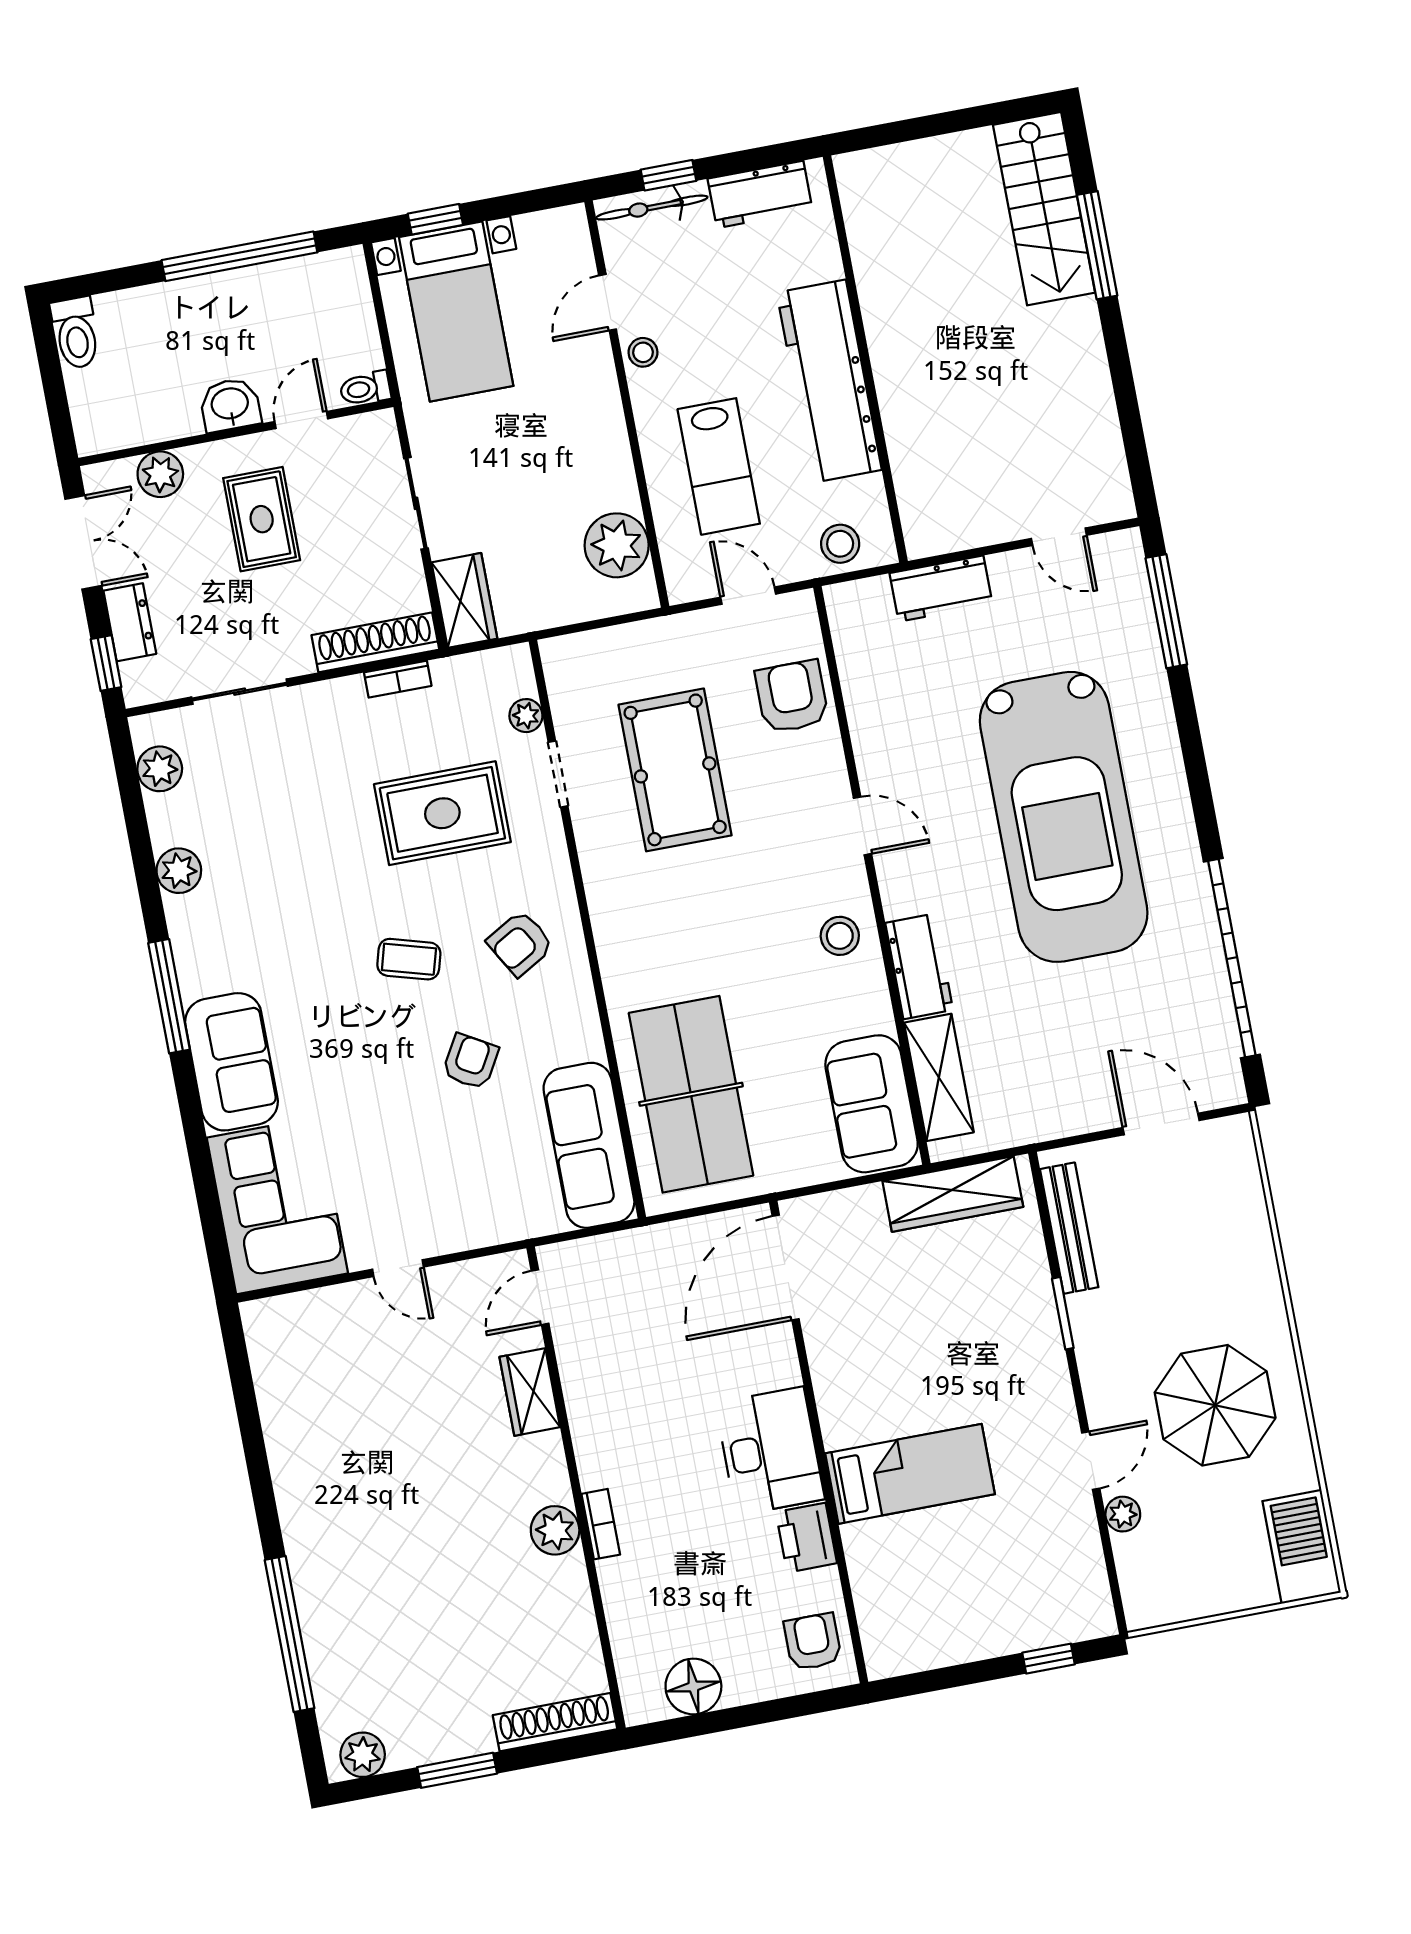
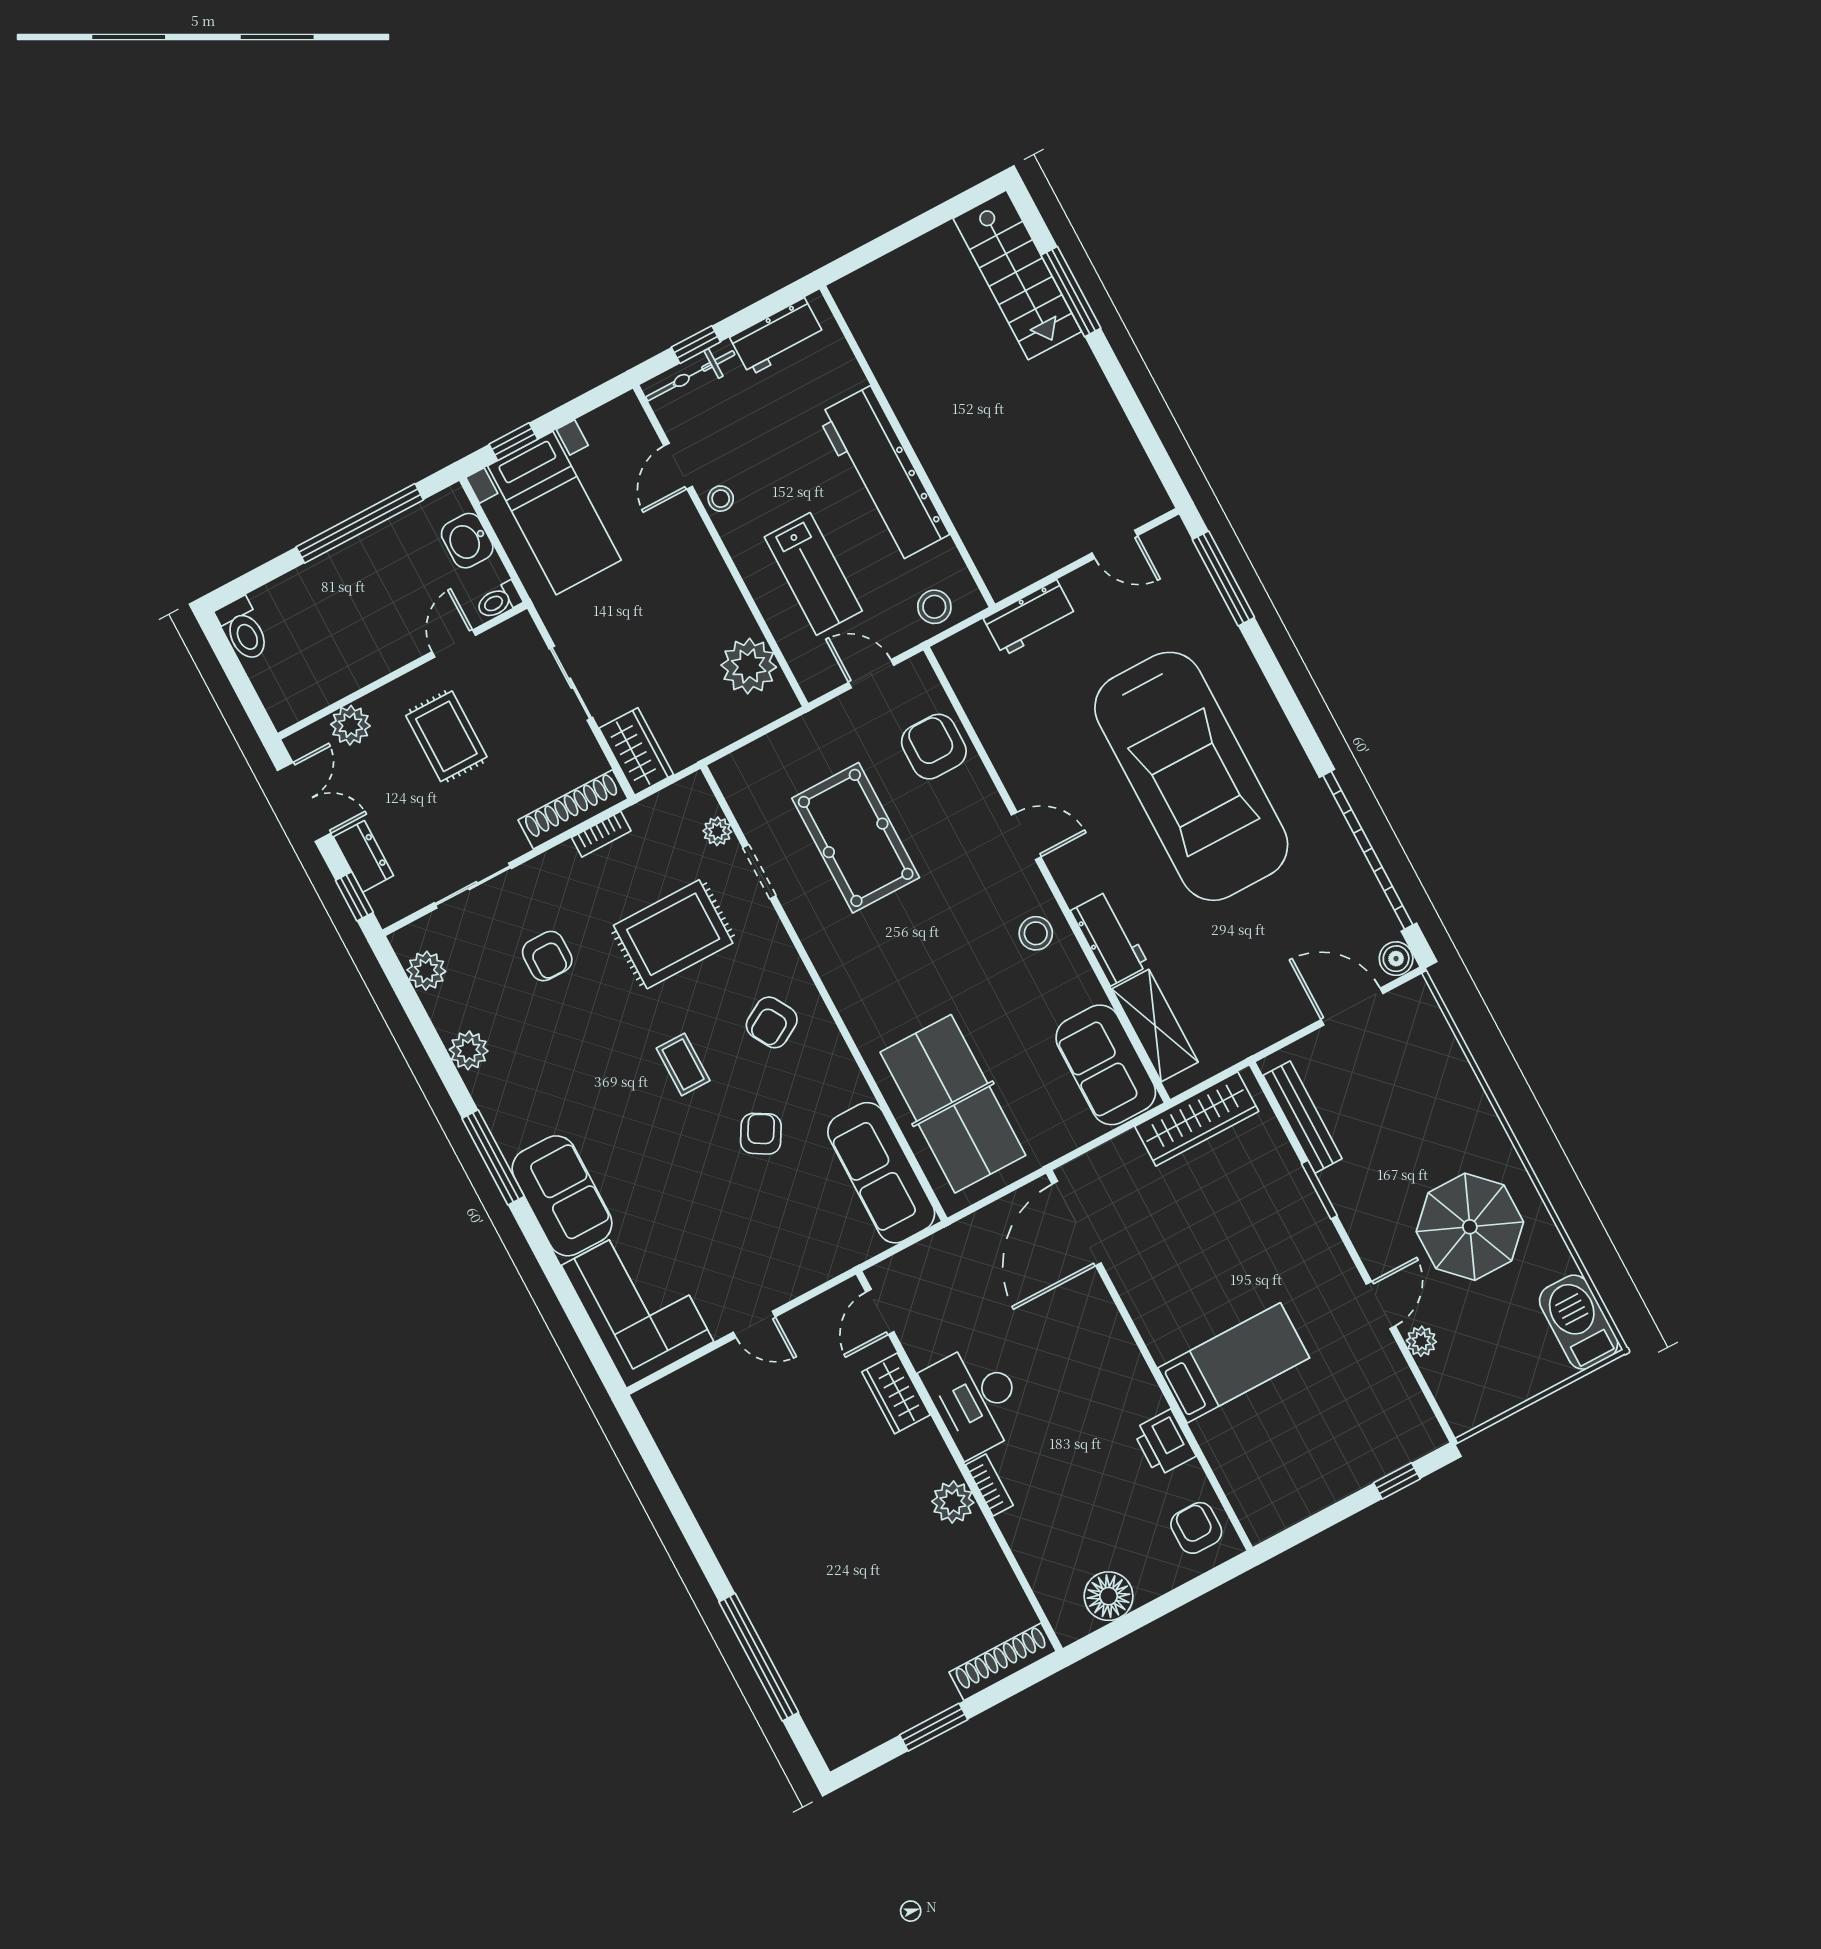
washbasin: (230, 405) -> (467, 541), moved, turned -90
armchair: (297, 794) -> (547, 956), added
coffee table: (409, 959) -> (683, 1064), turned 74
boiler: (1226, 1086) -> (1396, 959), added
desk: (770, 1451) -> (975, 1399), moved, turned 180
plant: (363, 1755) -> (851, 1739), removed

